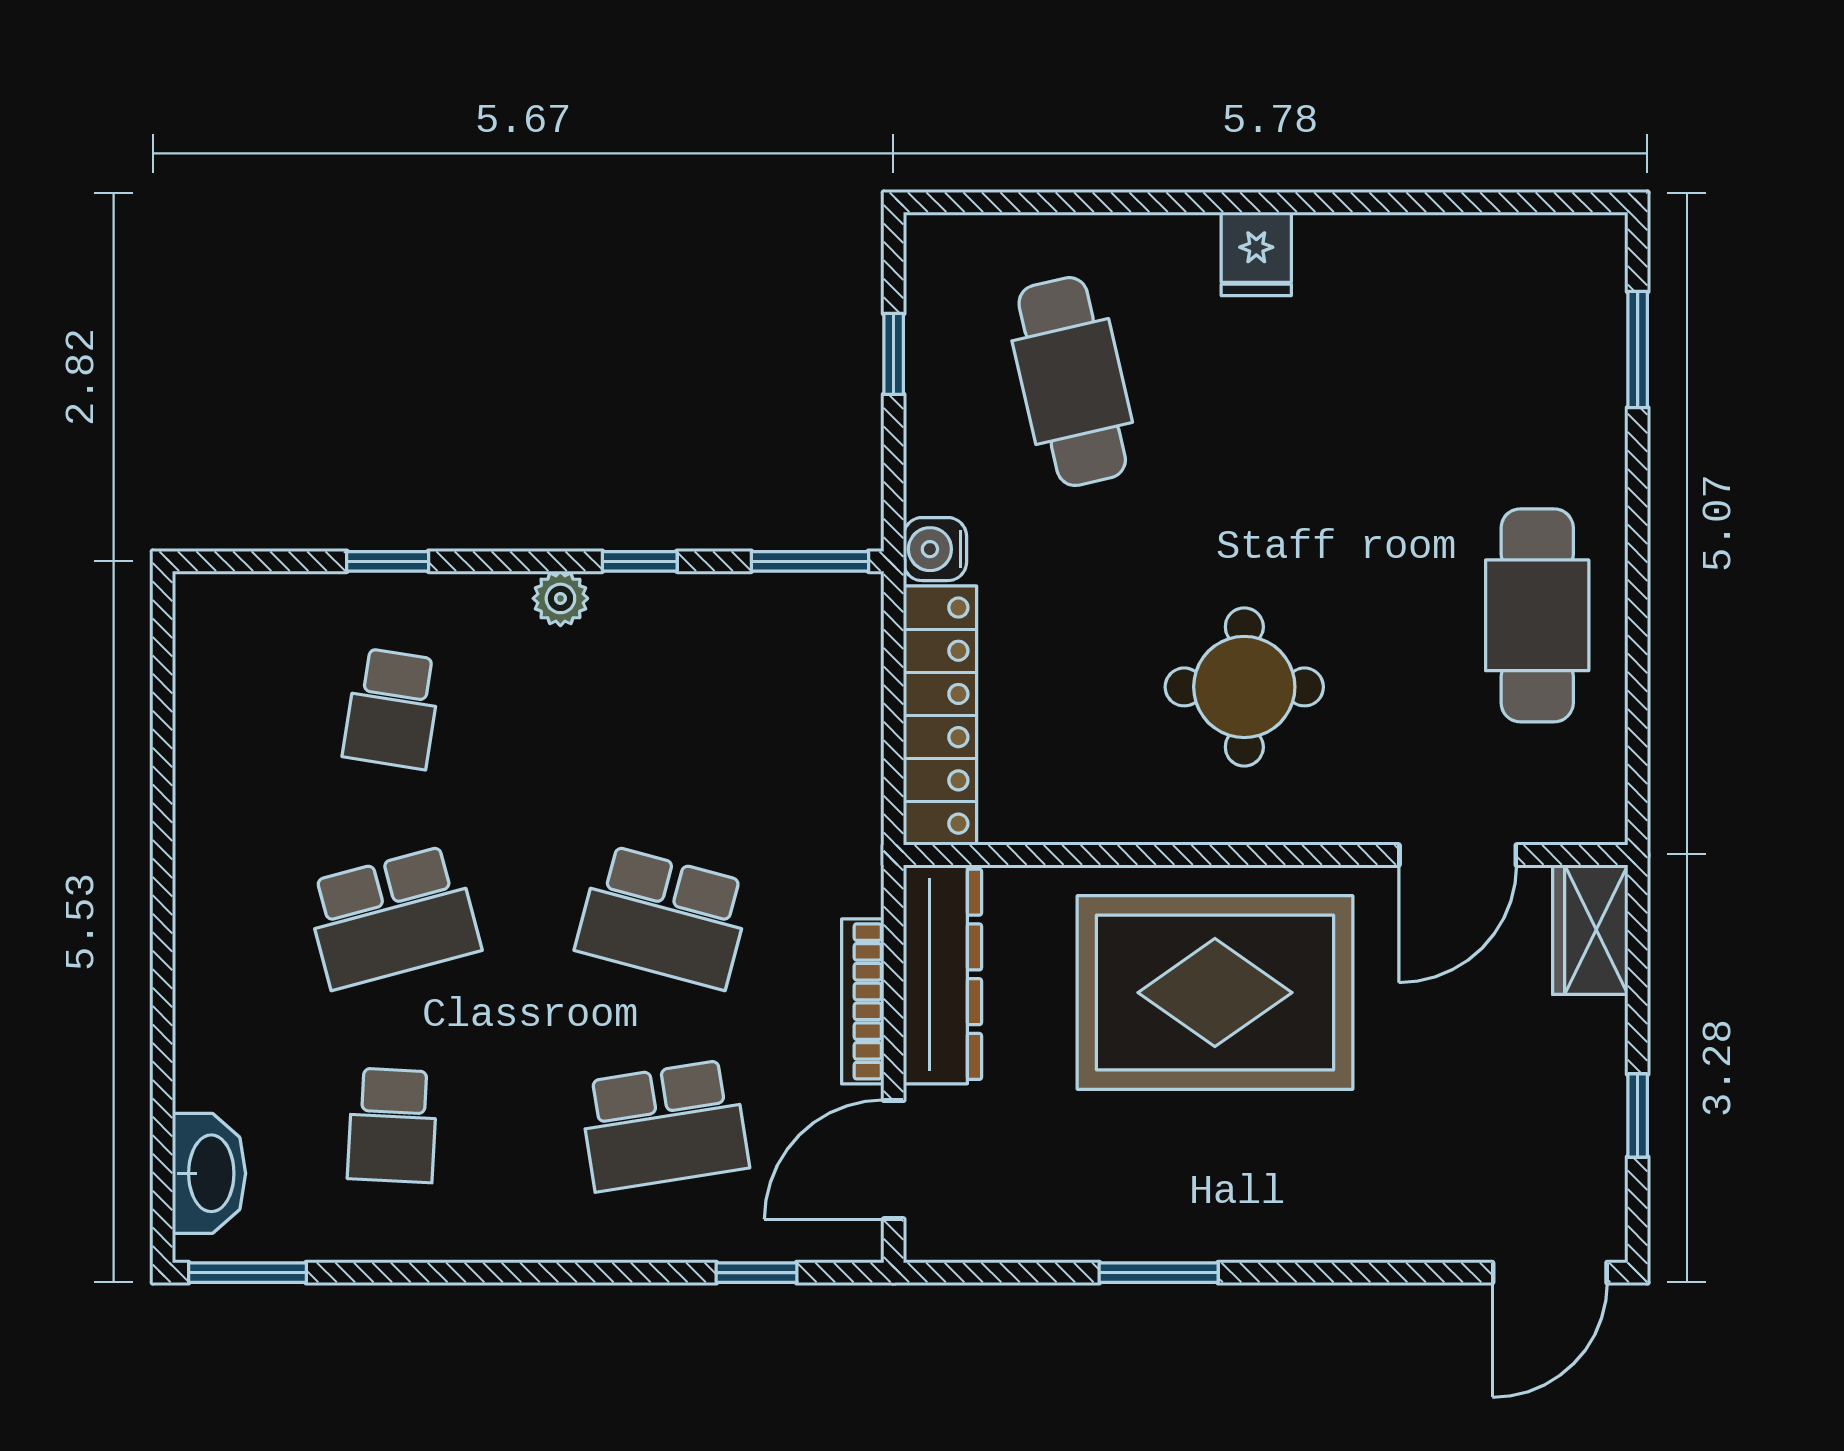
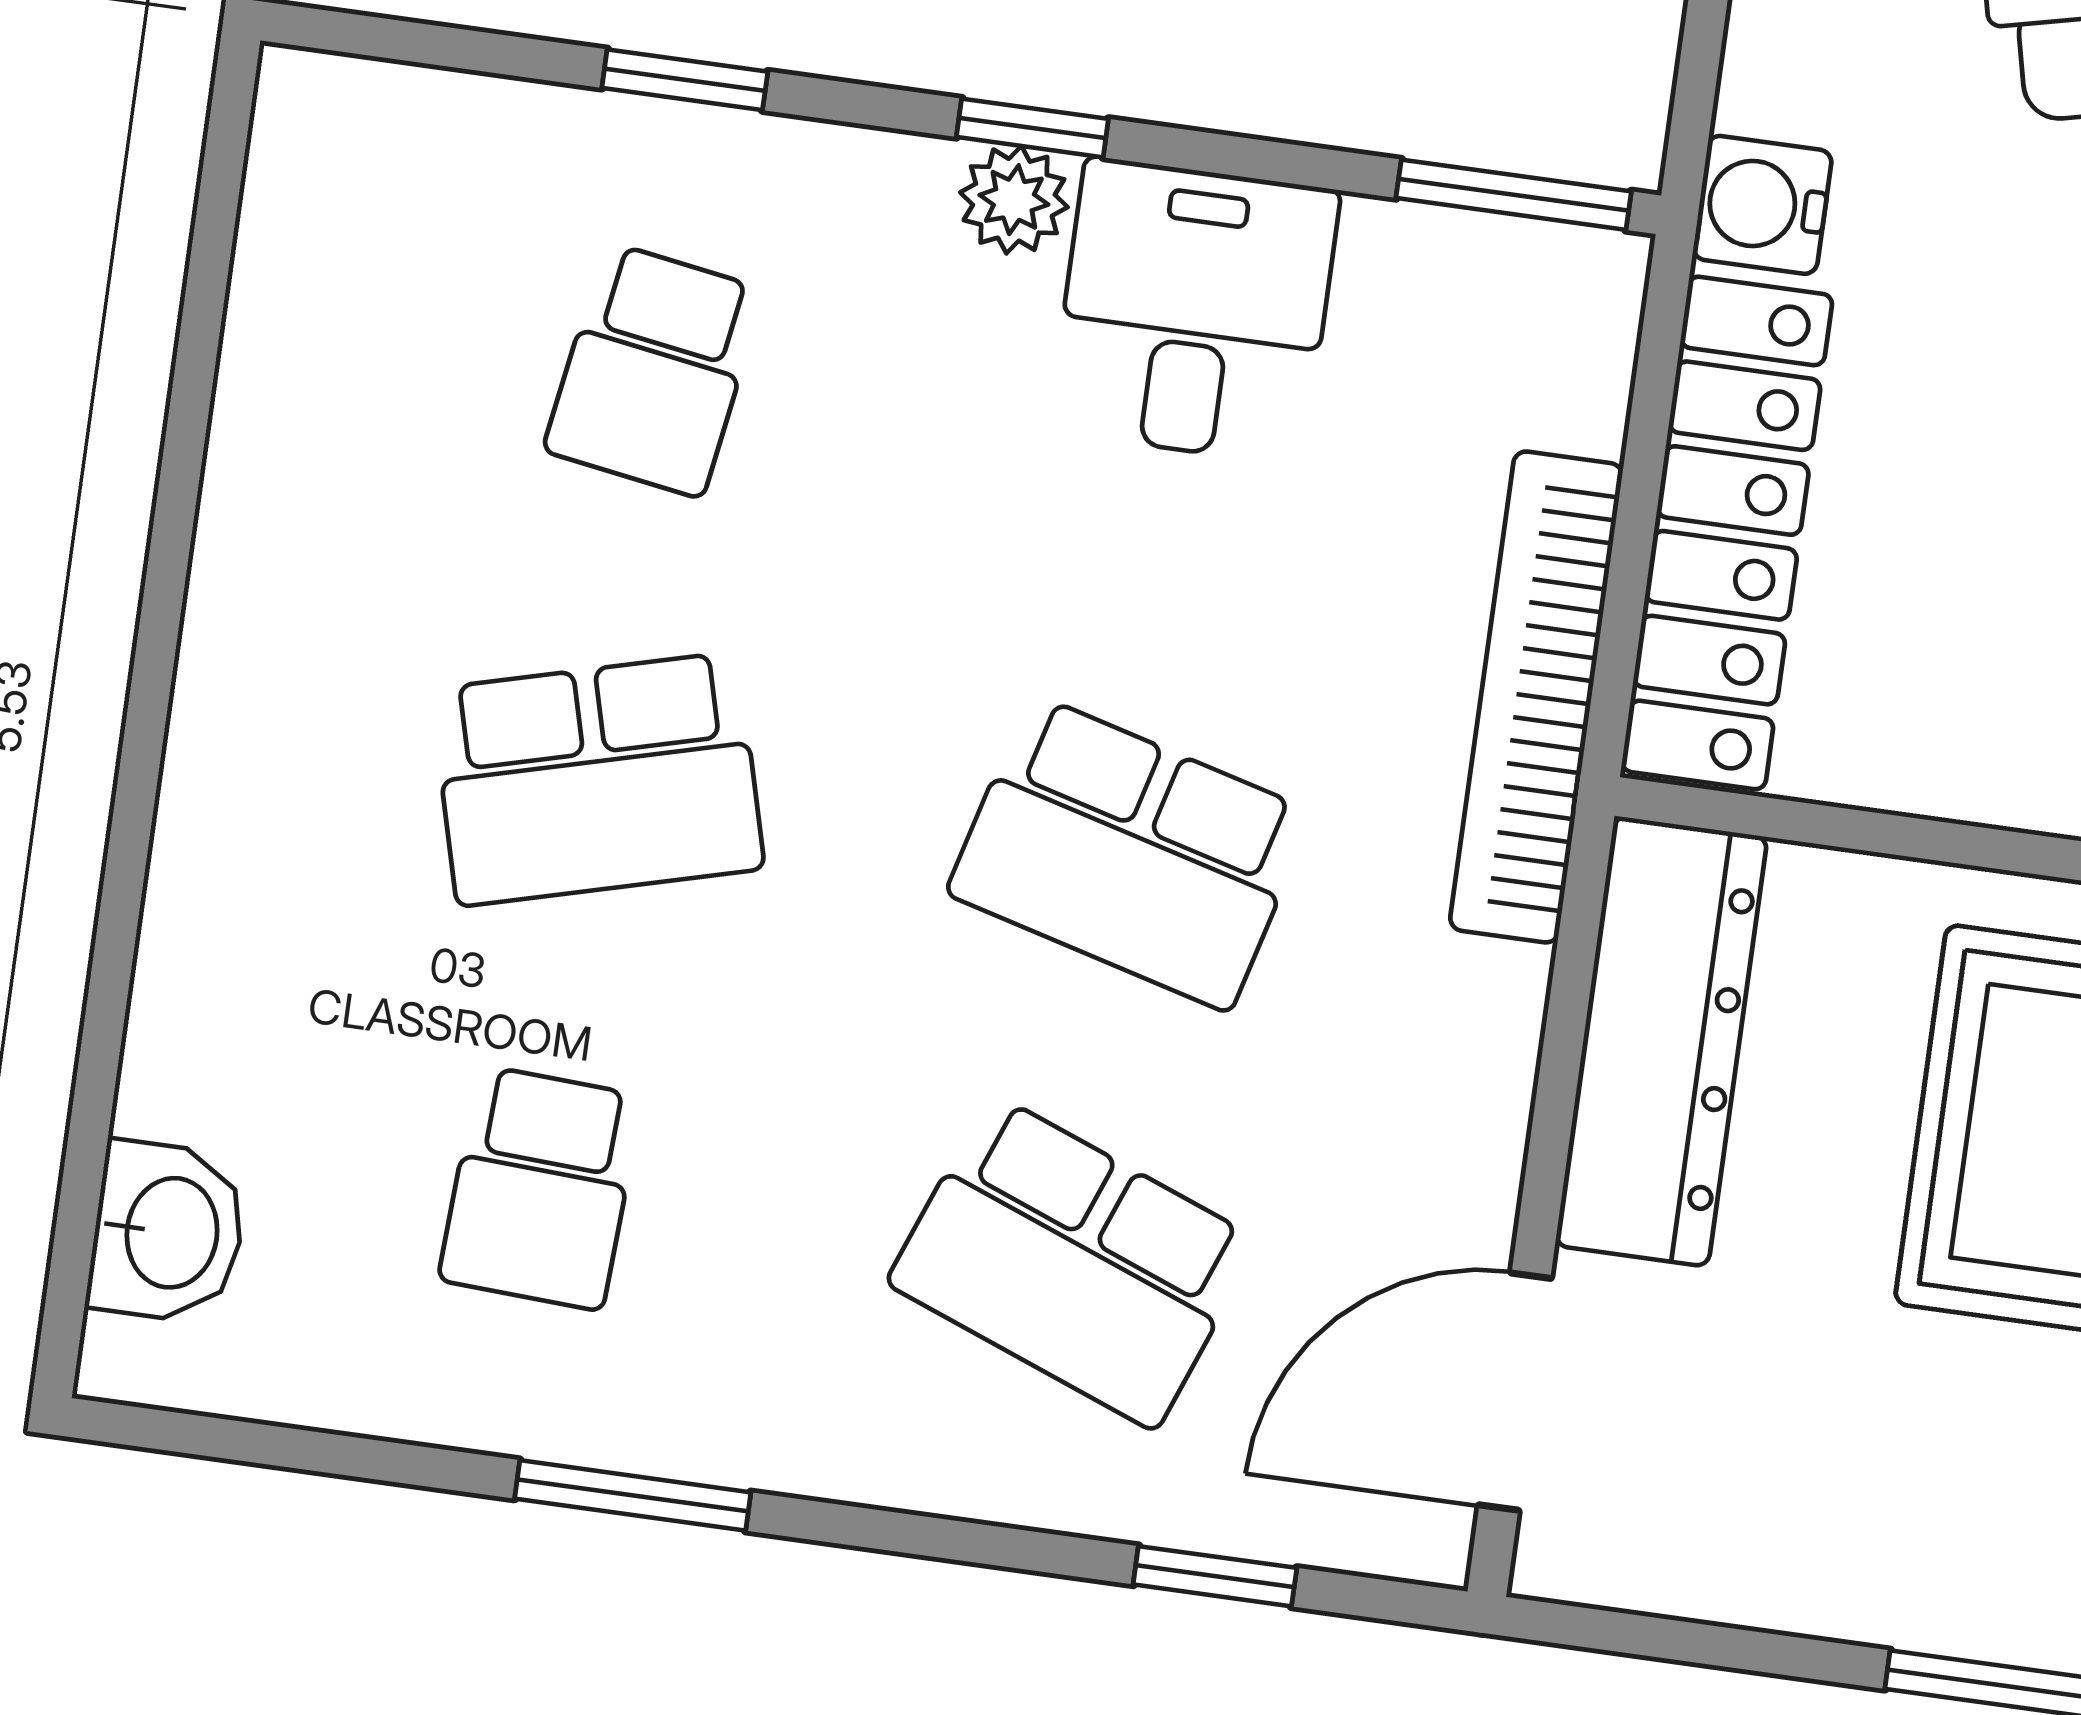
window: (640, 561) -> (1032, 128), moved
desk: (658, 642) -> (1194, 311), added
bookcase: (863, 1001) -> (1536, 697), moved, width x1.48, depth x1.31
school desk: (664, 1125) -> (1073, 1262), turned 30
washbasin: (209, 1173) -> (168, 1232), width x0.72
window: (247, 1273) -> (633, 1495), moved

